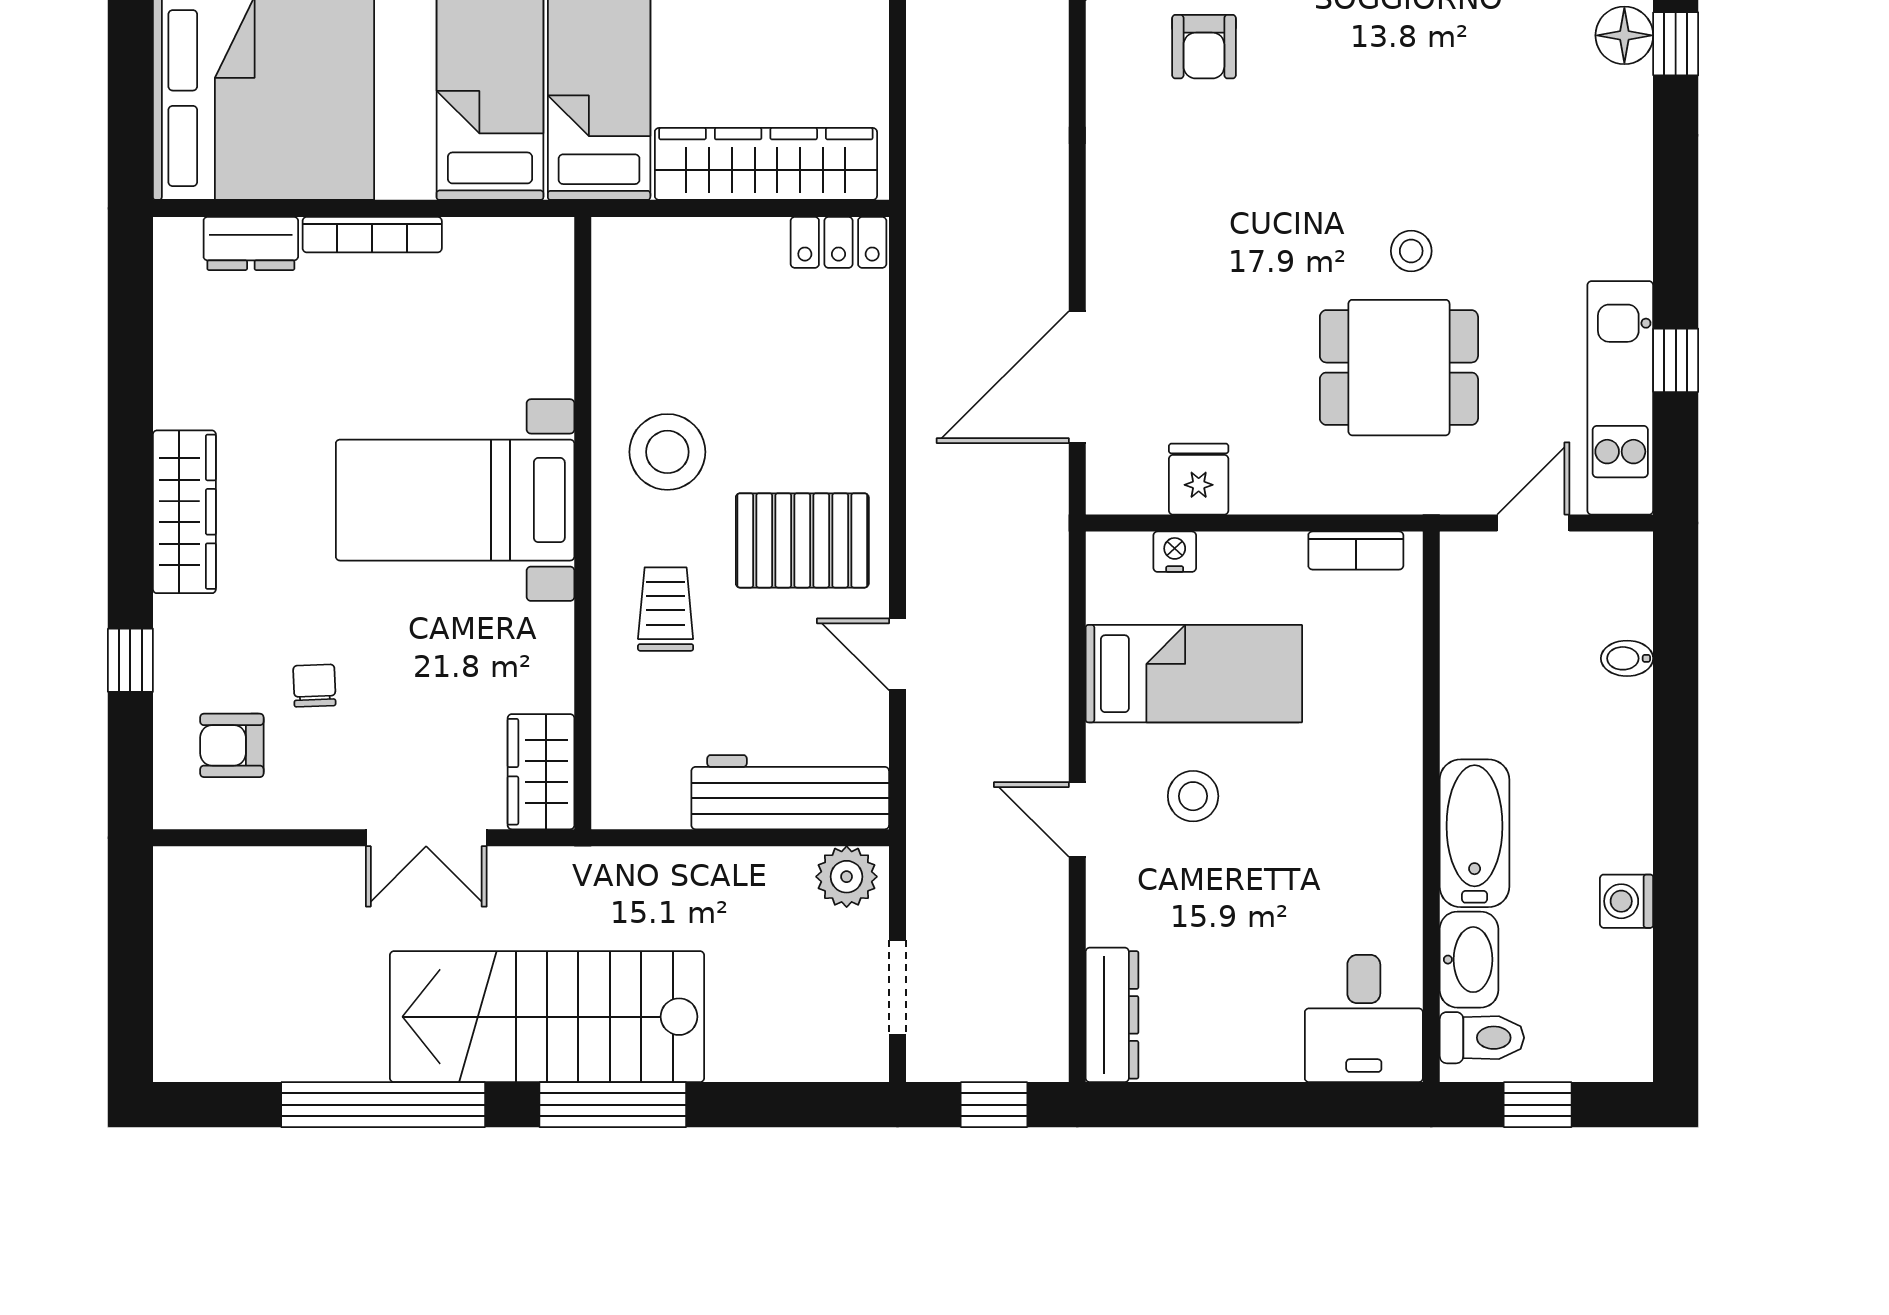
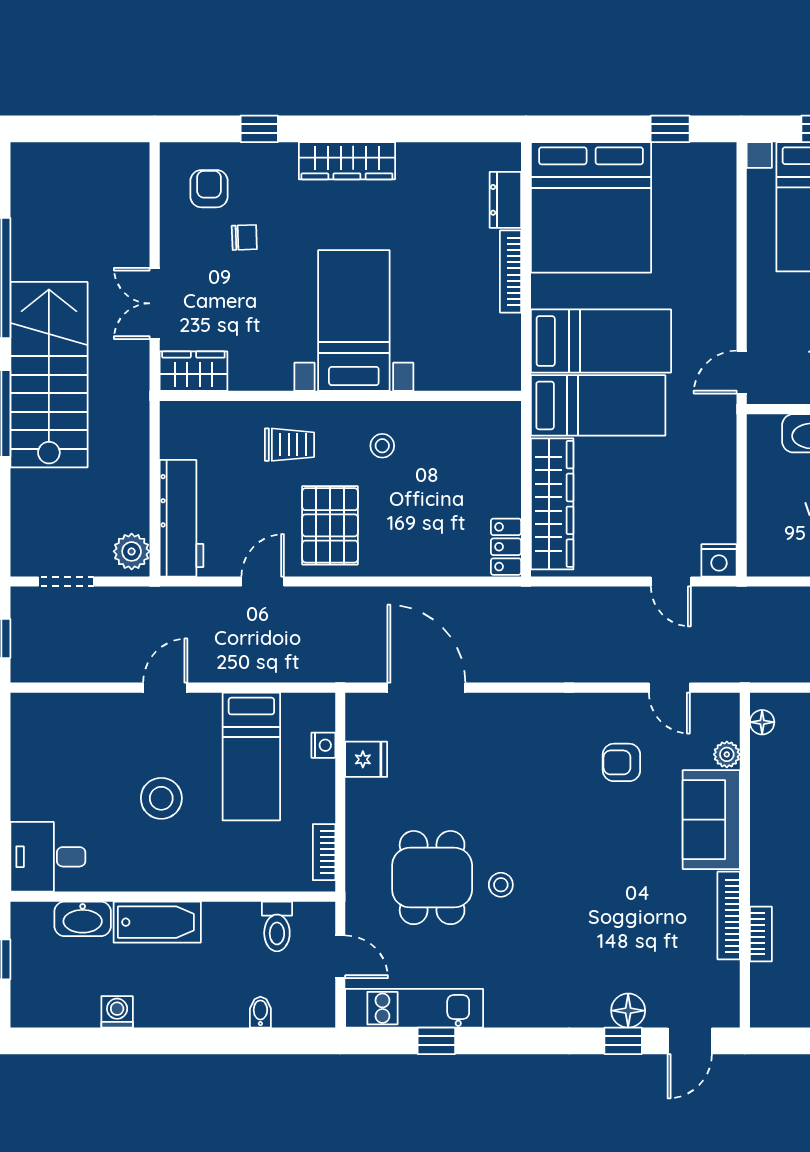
stool: (667, 452) -> (382, 446), width x0.53, depth x0.53
stool: (1193, 796) -> (161, 798), moved, width x1.38, depth x1.38
dresser: (1112, 1015) -> (50, 708), removed
toilet: (1482, 1038) -> (277, 926), moved

